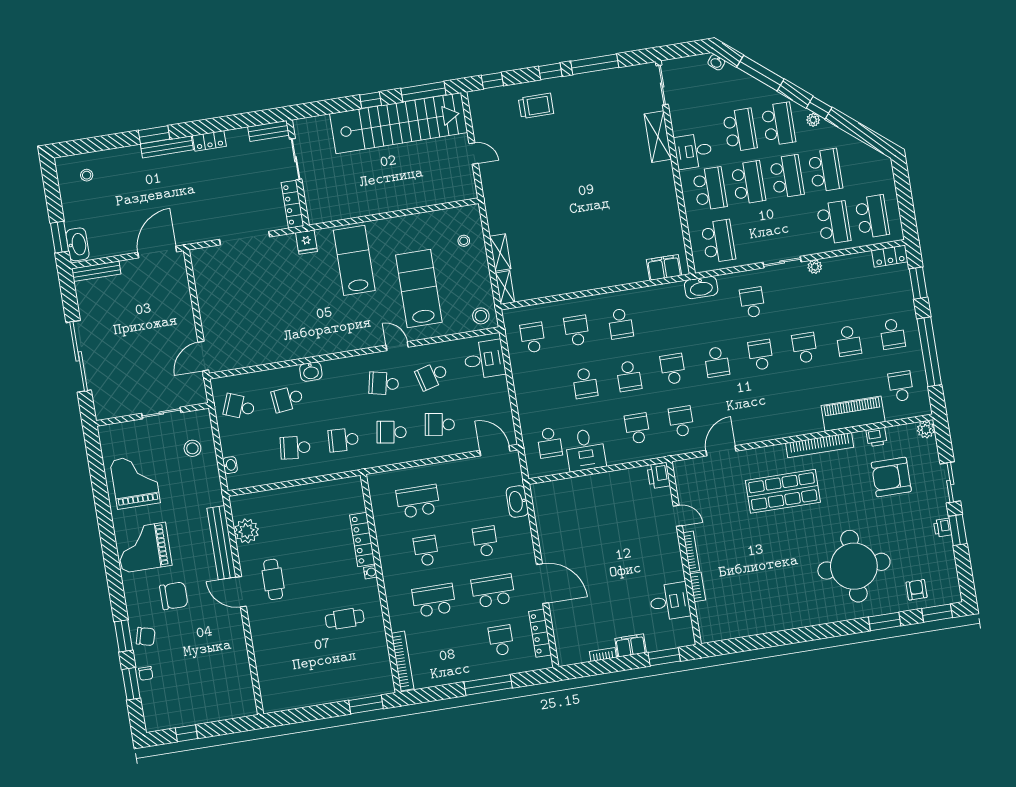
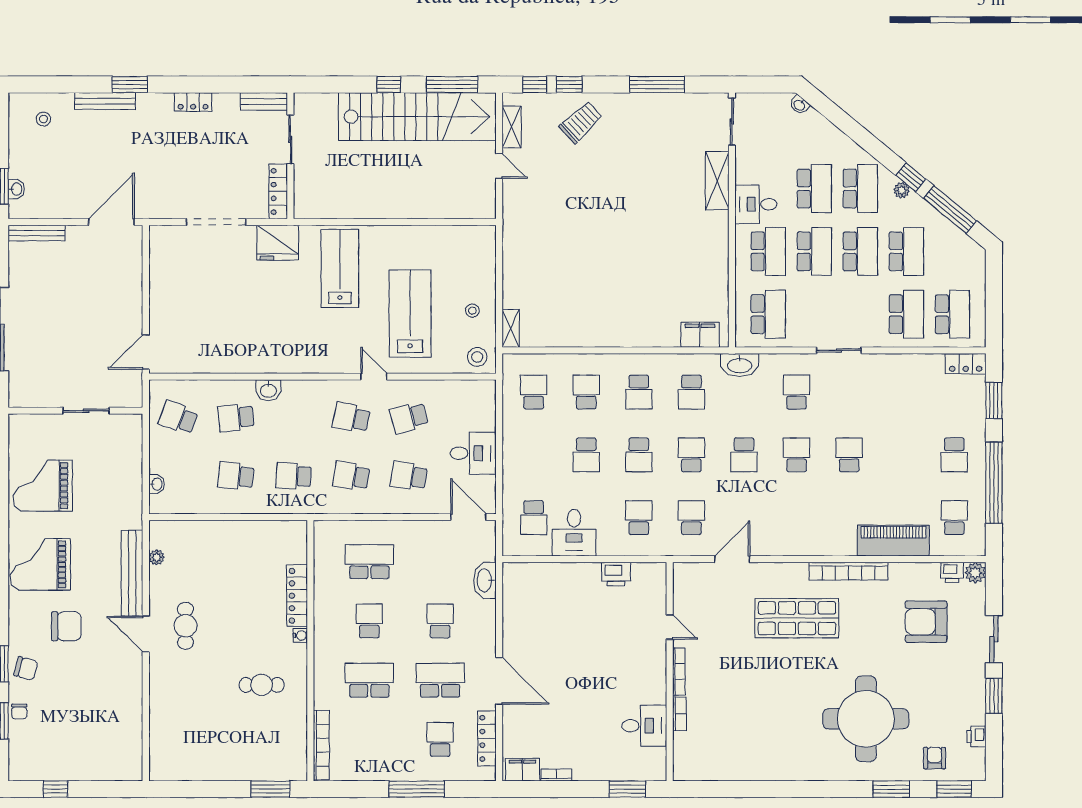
window: (550, 71) -> (569, 84), moved
window: (760, 73) -> (950, 210), moved
trolley: (536, 106) -> (581, 122), turned -43
bench: (167, 147) -> (105, 101), moved
stool: (464, 241) -> (472, 311), moved
fridge: (306, 242) -> (278, 243), width x1.88, depth x1.34
washbasin: (78, 244) -> (16, 189), width x0.52, depth x0.69
shelving: (500, 253) -> (512, 127), moved
plant: (815, 267) -> (876, 362), removed
school desk: (849, 341) -> (691, 392), moved
desk: (484, 359) -> (473, 453), moved
printer: (876, 437) -> (952, 572), moved
stool: (192, 448) -> (116, 458), removed
printer: (659, 476) -> (616, 574), moved, turned -90
grand piano: (135, 482) -> (43, 486), turned -90
printer: (943, 528) -> (976, 737), moved
plant: (246, 531) -> (157, 557), width x0.53, depth x0.53
filing cabinet: (631, 646) -> (522, 770), moved

